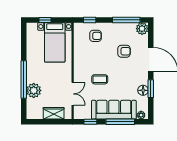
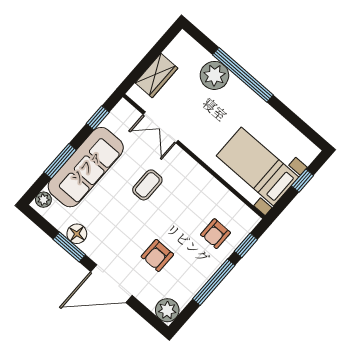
window: (126, 20) -> (214, 282), moved
window: (120, 122) -> (60, 161), width x0.69

